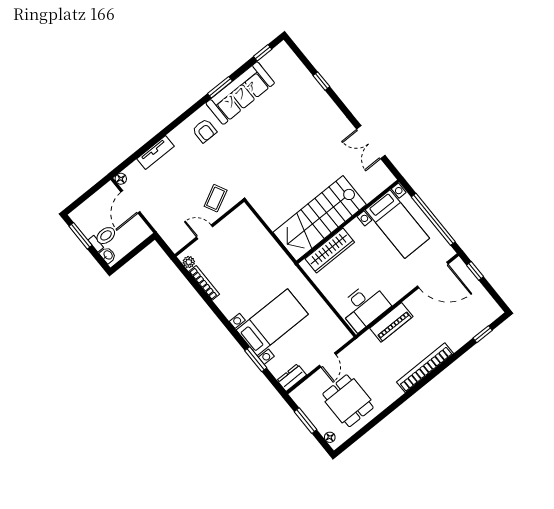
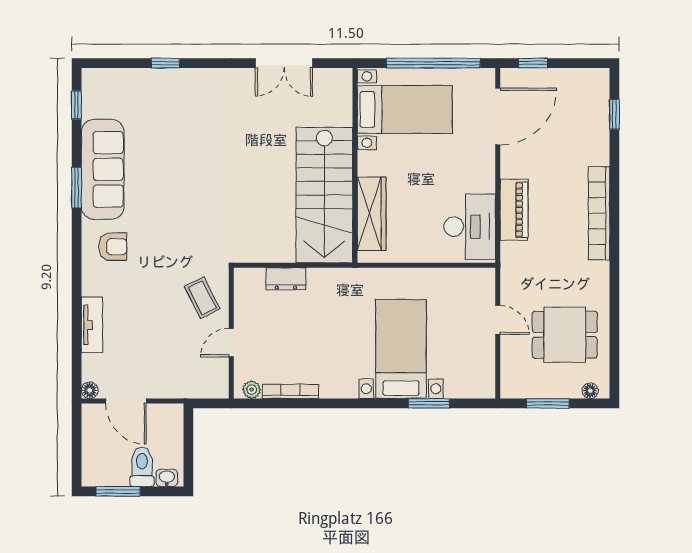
dresser: (292, 378) -> (286, 279), moved, turned -90

